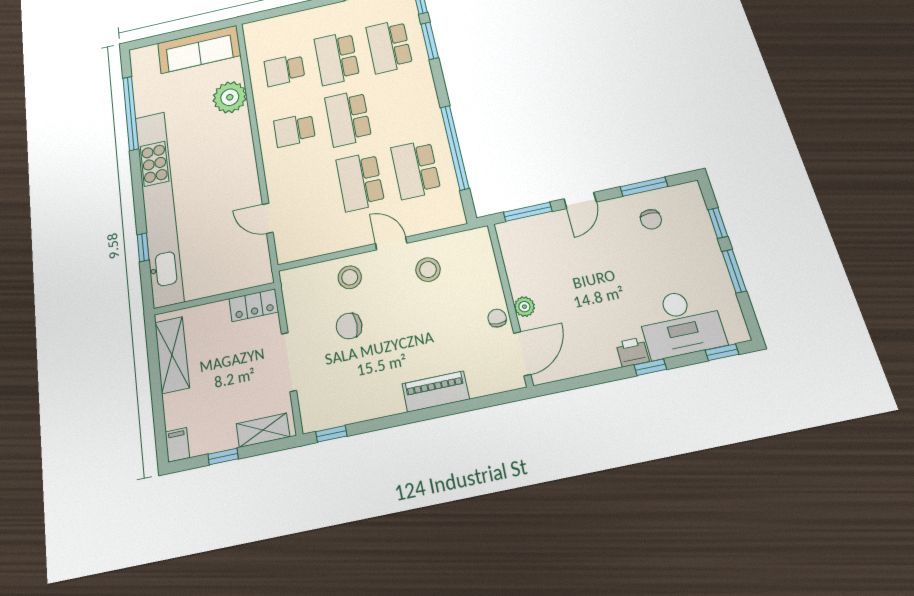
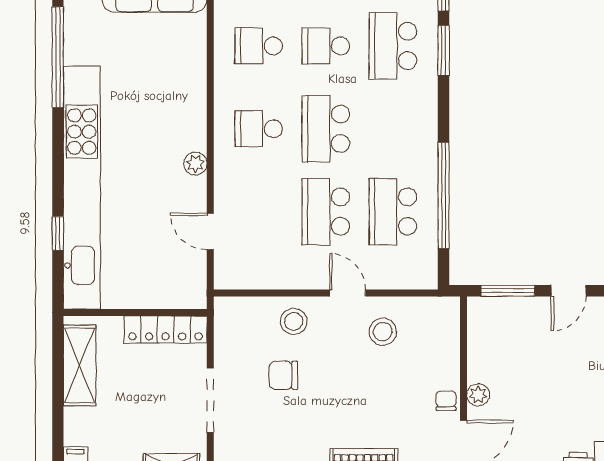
school desk: (337, 58) -> (326, 46), width x0.54
plant: (230, 97) -> (195, 164), moved, width x0.53, depth x0.53
locker: (254, 305) -> (166, 329), width x1.53

